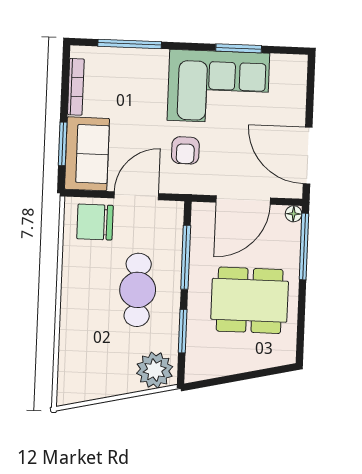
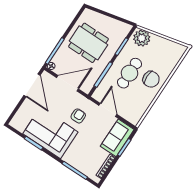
door: (136, 196) -> (108, 110), swing flipped
chair: (95, 222) -> (151, 79), moved

